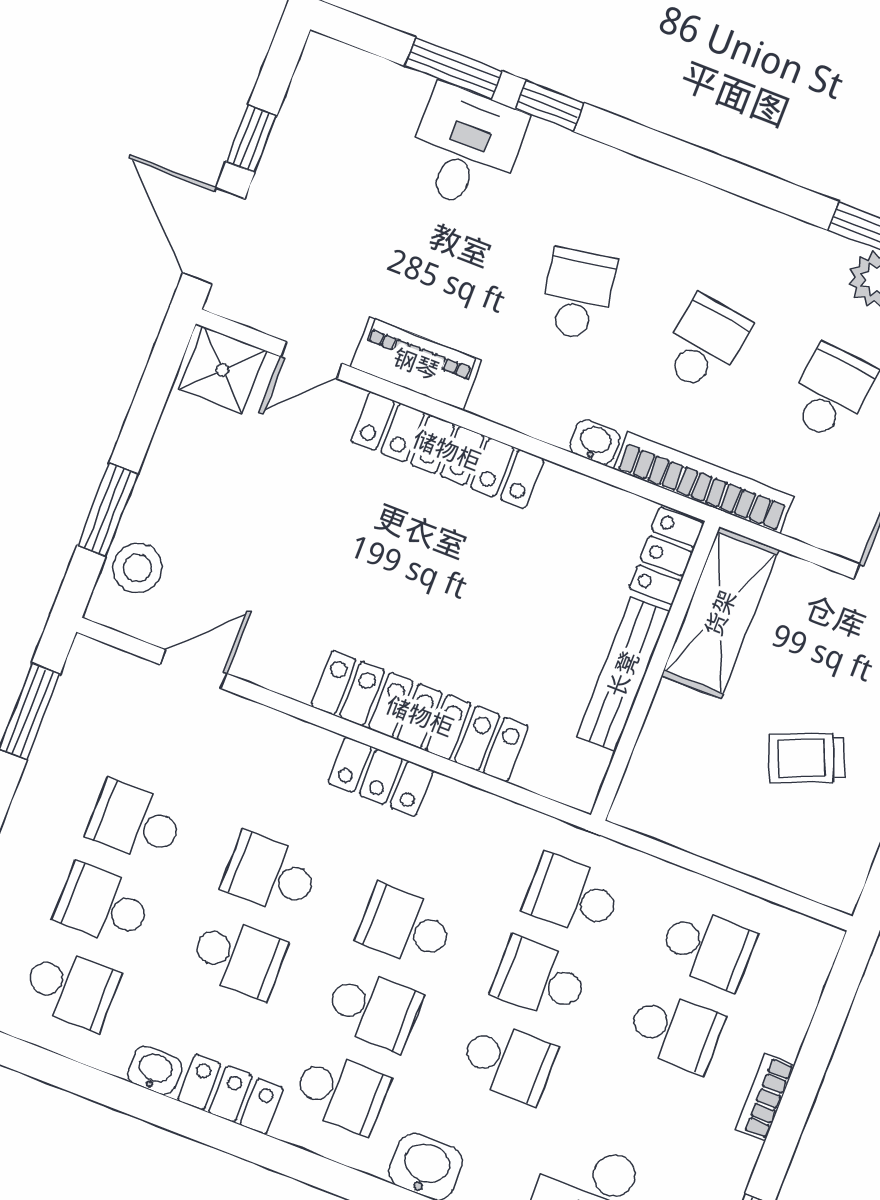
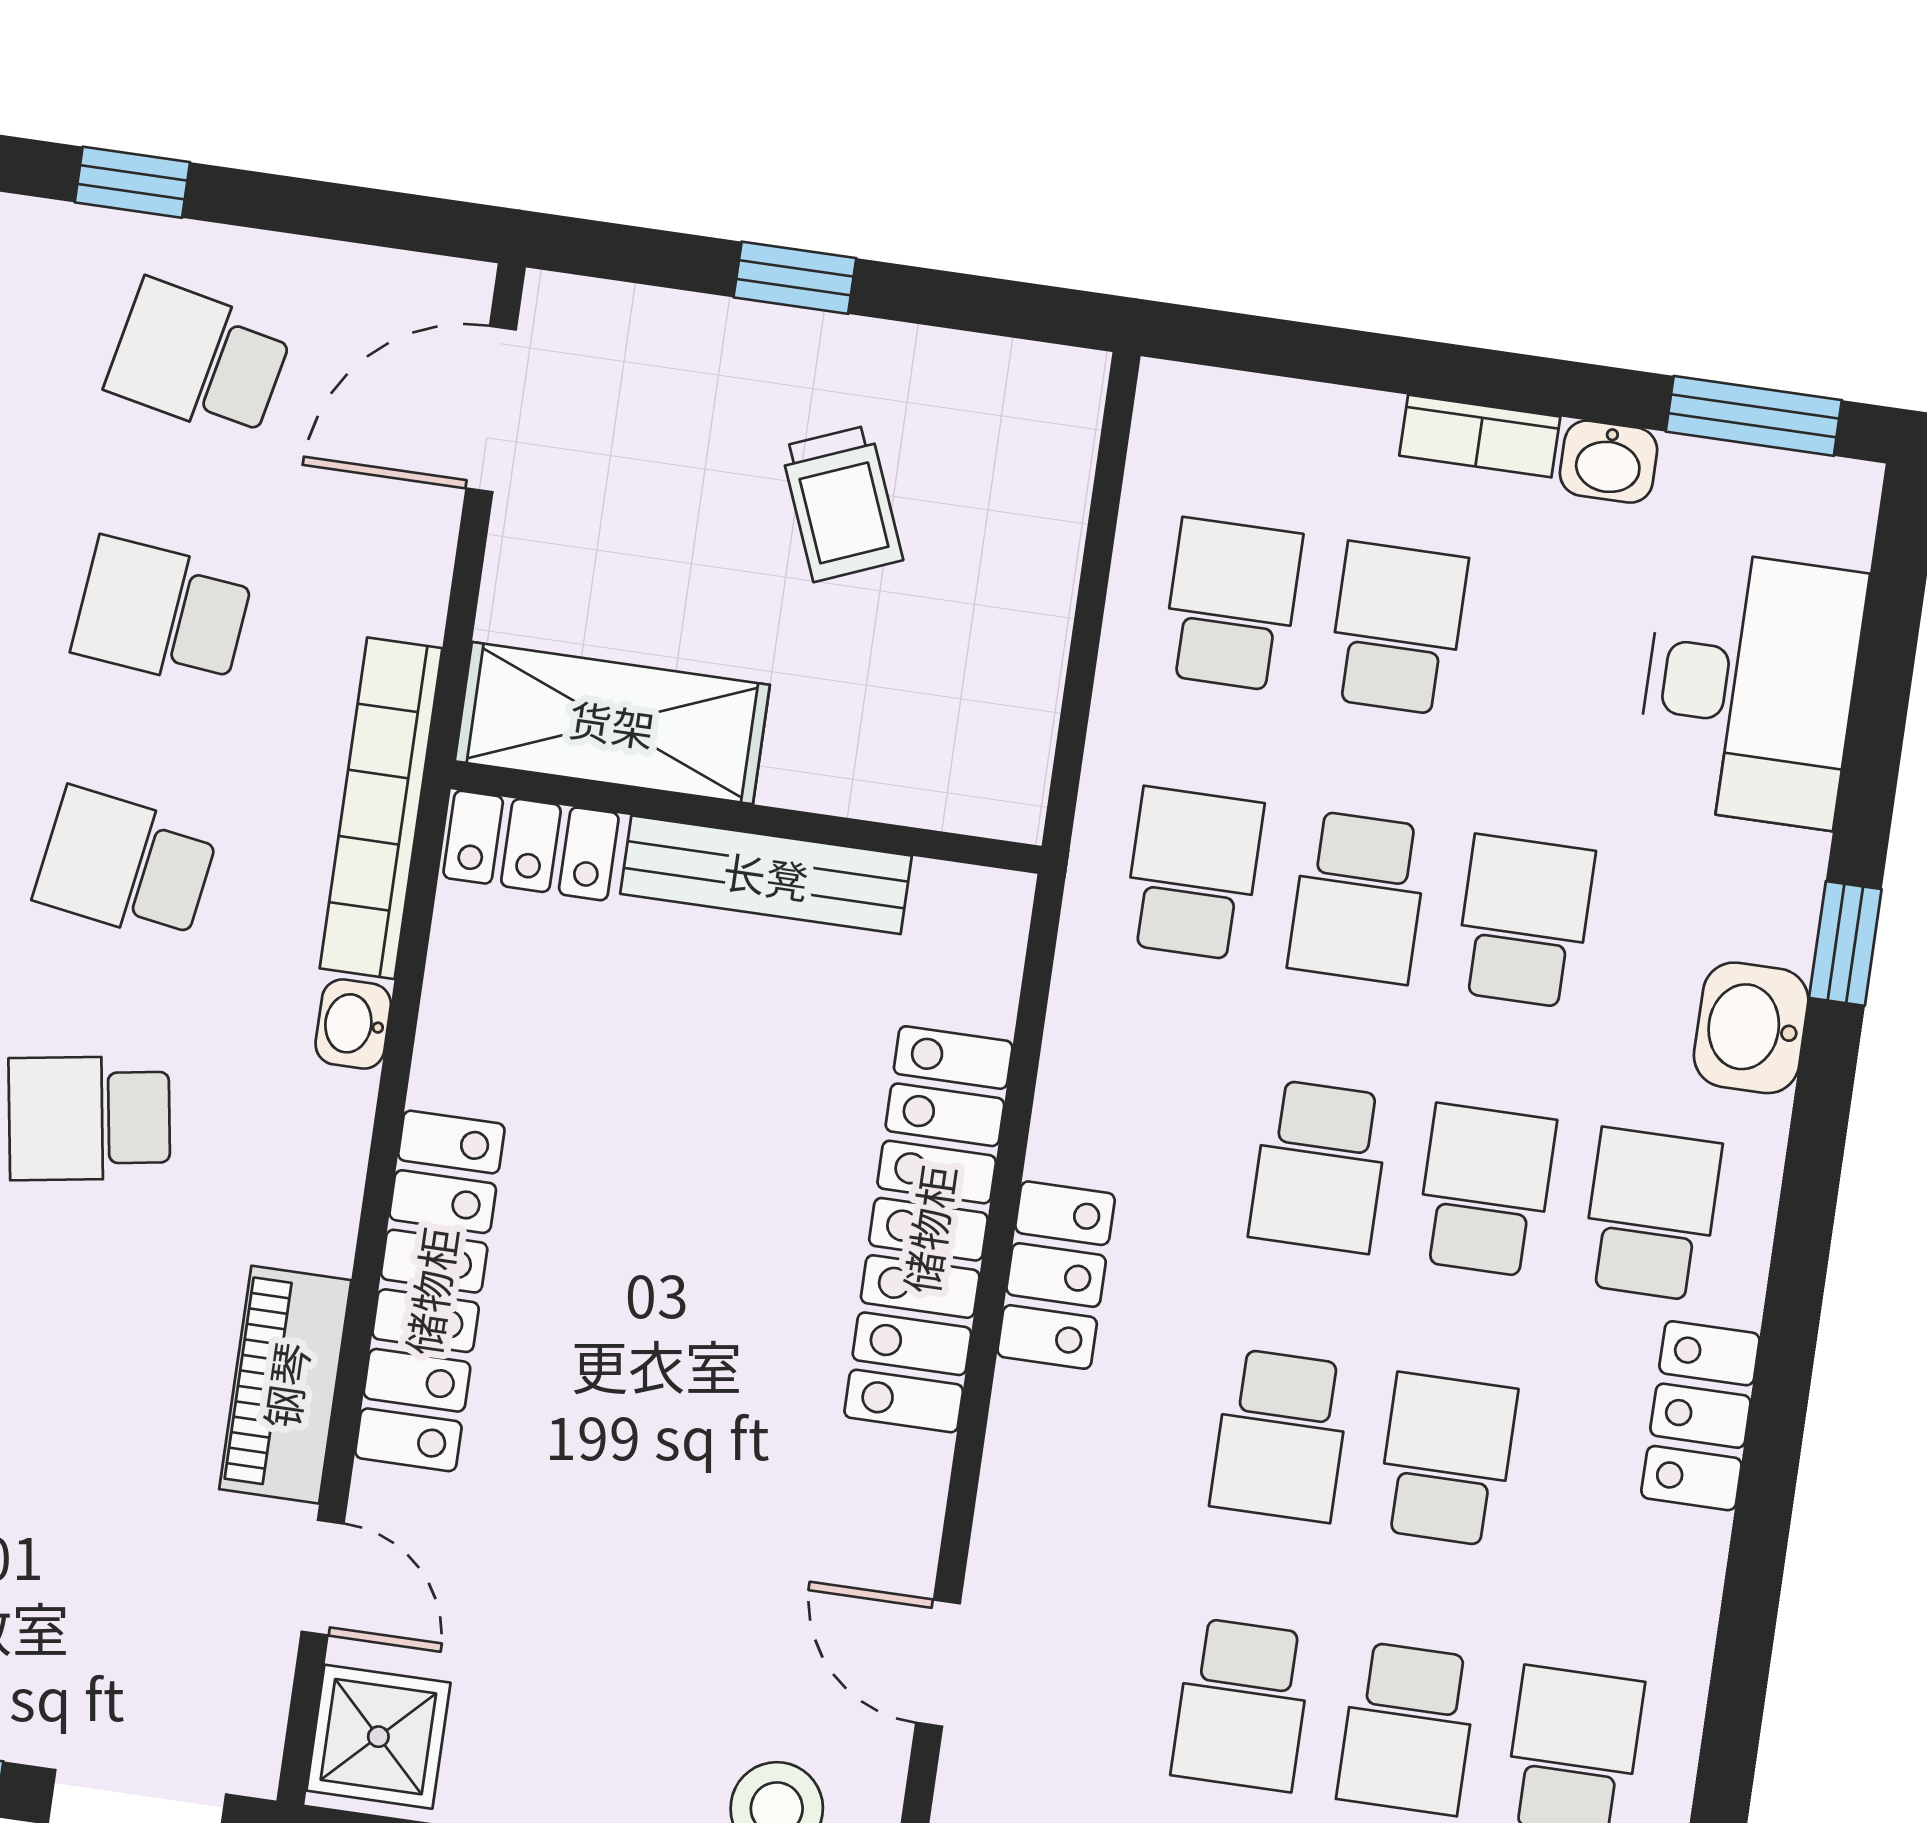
school desk: (573, 896) -> (1193, 874), turned 180
washbasin: (155, 1070) -> (1609, 462), moved, turned -90

